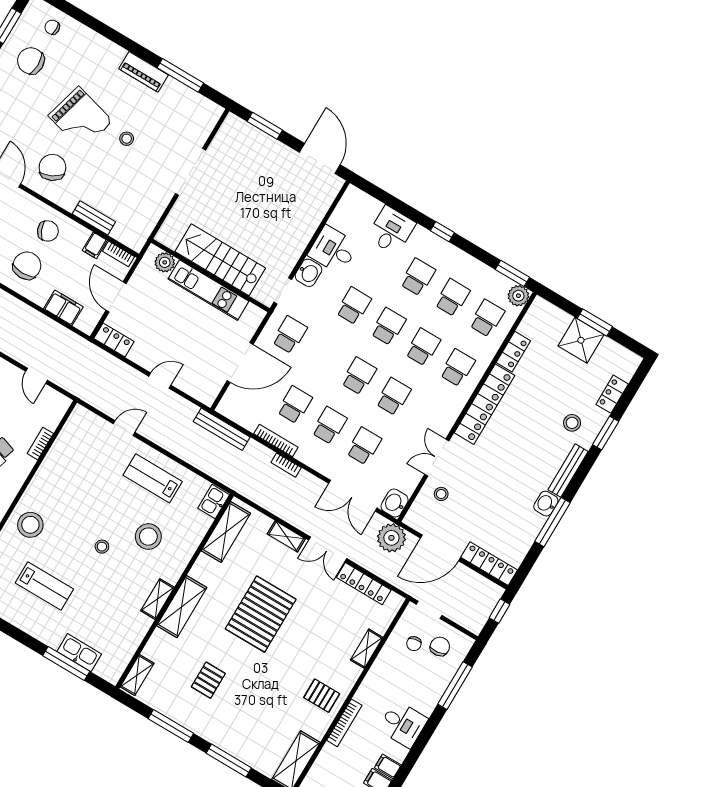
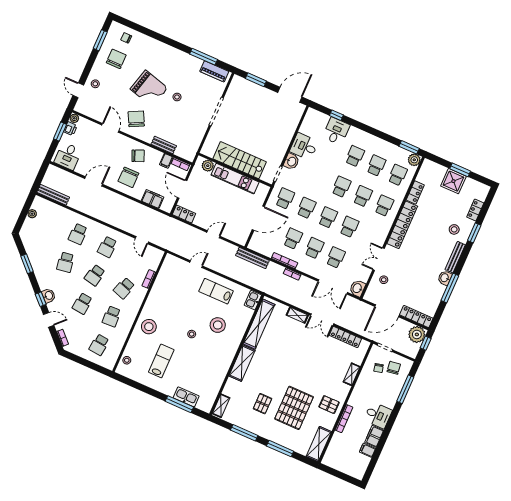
chair: (31, 61) -> (116, 59), turned 90
piano: (144, 72) -> (214, 71), moved
door: (320, 159) -> (290, 95), hinge flipped
window: (442, 232) -> (336, 115), moved
chair: (27, 266) -> (128, 177), turned 180
school desk: (354, 306) -> (306, 208), moved
shelving: (226, 532) -> (259, 324), width x1.47
plant: (391, 538) -> (417, 334), moved
lab bench: (44, 586) -> (161, 361), turned -90
shelving: (158, 599) -> (227, 360), removed
pallet: (261, 614) -> (294, 408), moved
filing cabinet: (388, 766) -> (374, 436), width x2.00

